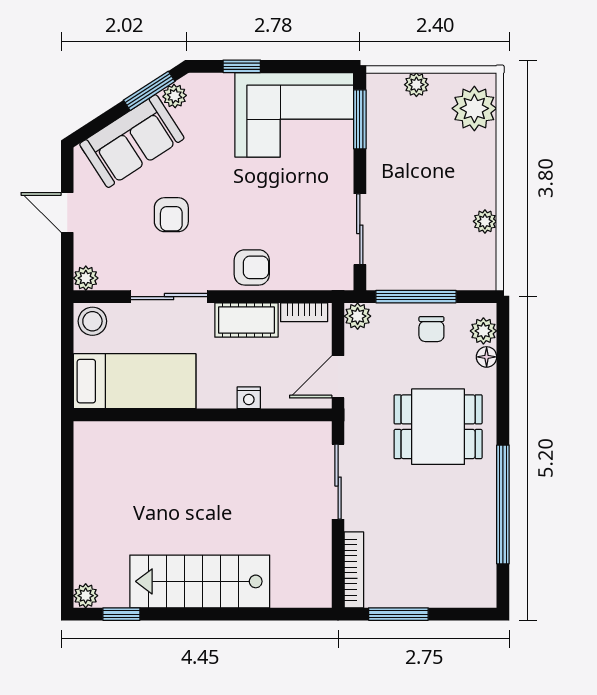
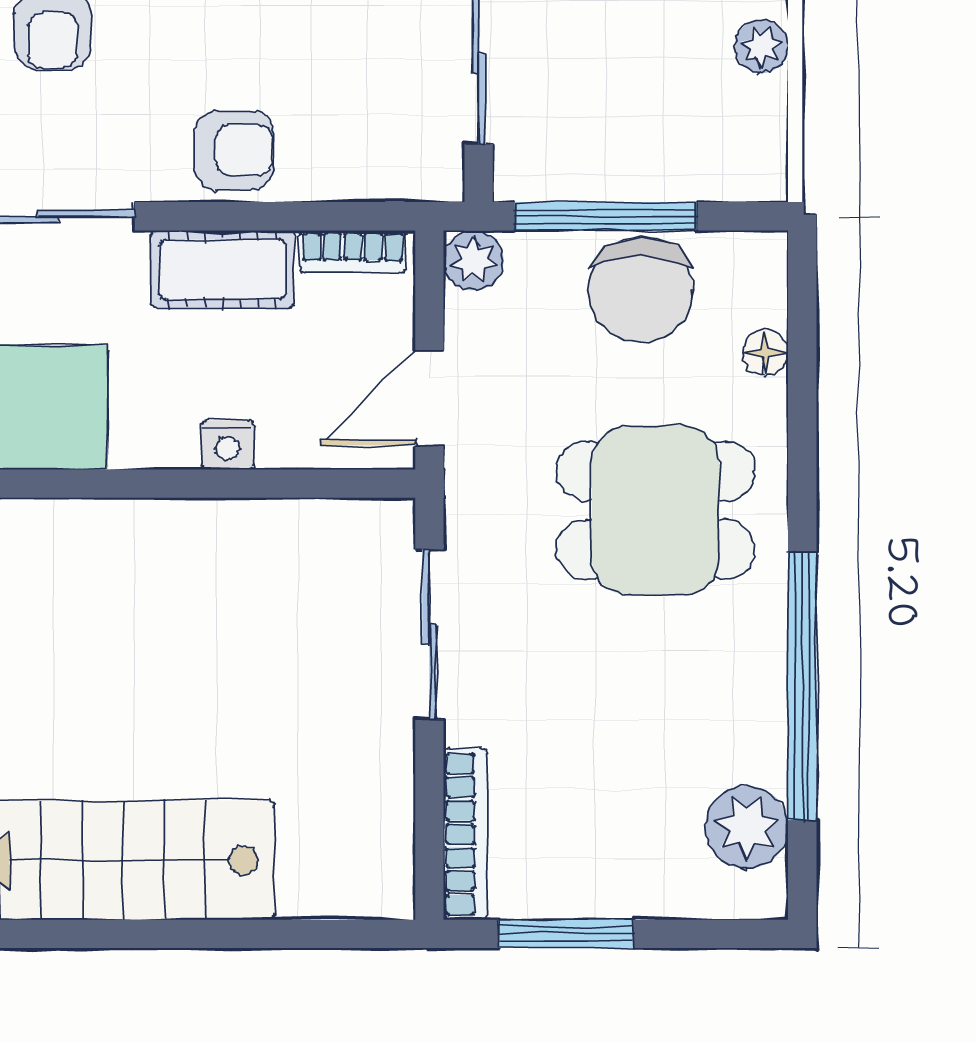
chair: (431, 329) -> (641, 290), width x1.87, depth x1.87
plant: (483, 331) -> (747, 827), moved, width x1.38, depth x1.38

